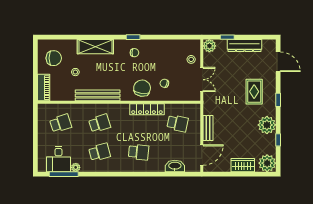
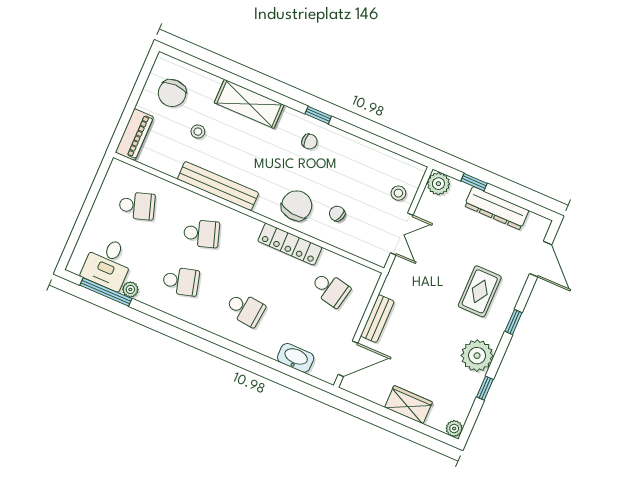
chair: (54, 58) -> (172, 93), turned 90
plant: (267, 163) -> (454, 428), width x0.53, depth x0.53

